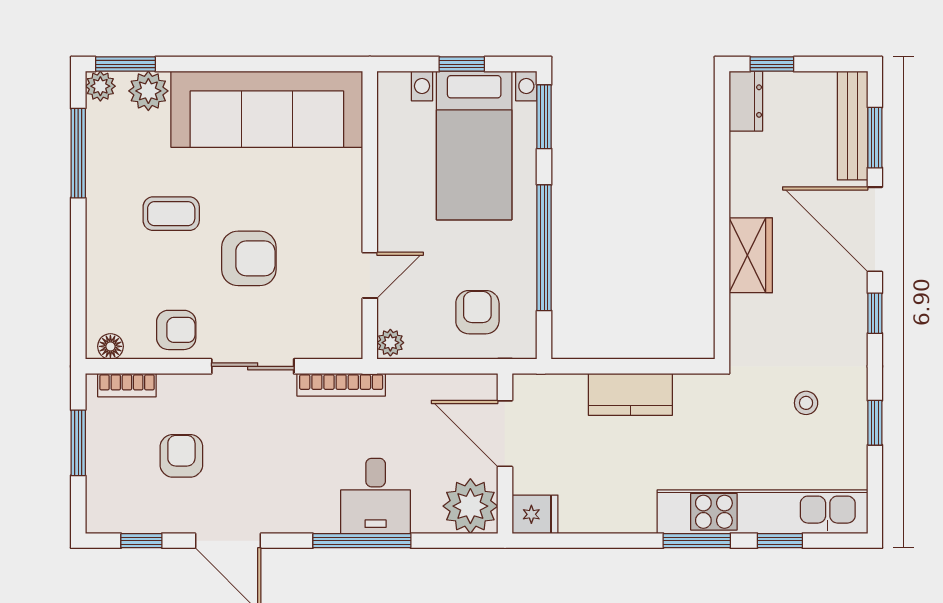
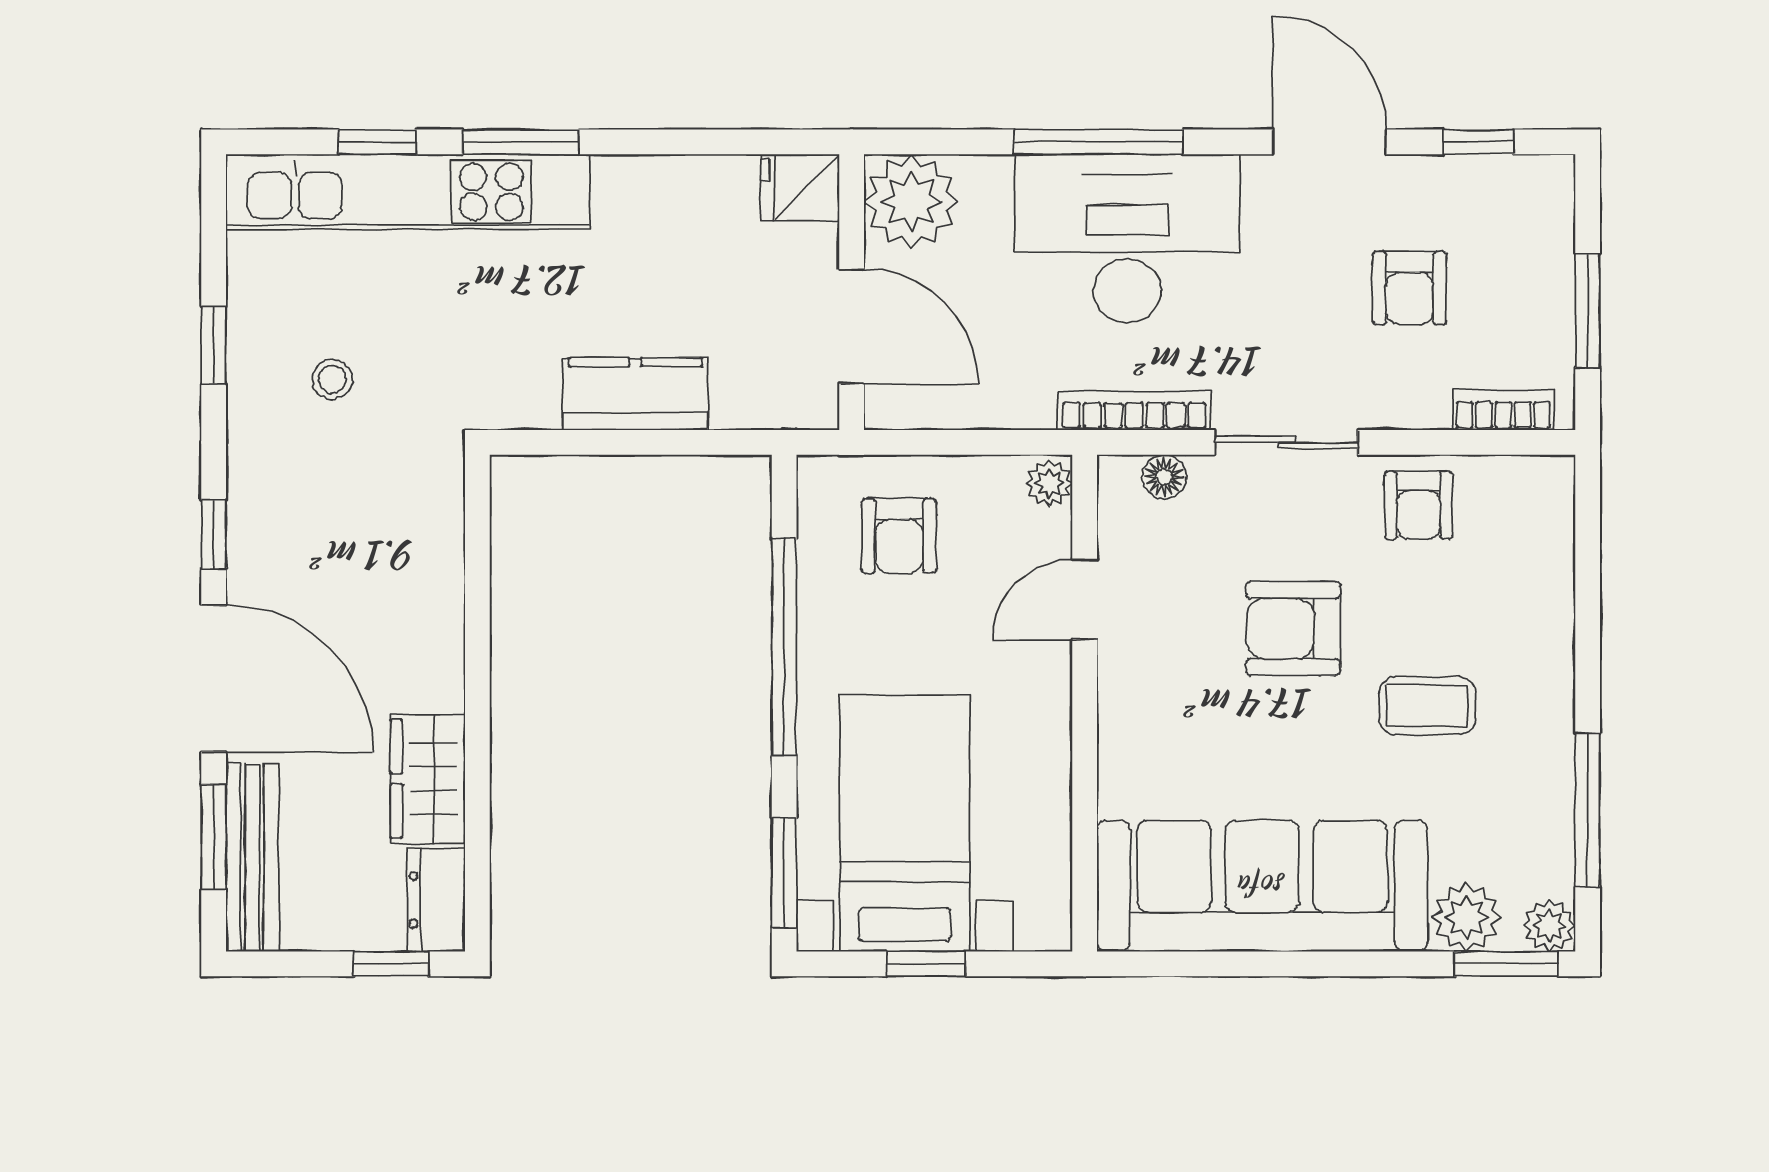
wardrobe: (751, 255) -> (428, 779), moved
armchair: (176, 330) -> (1418, 505), turned -90
floor lamp: (110, 346) -> (1164, 477), moved
desk: (376, 496) -> (1127, 239), width x1.87, depth x1.30

